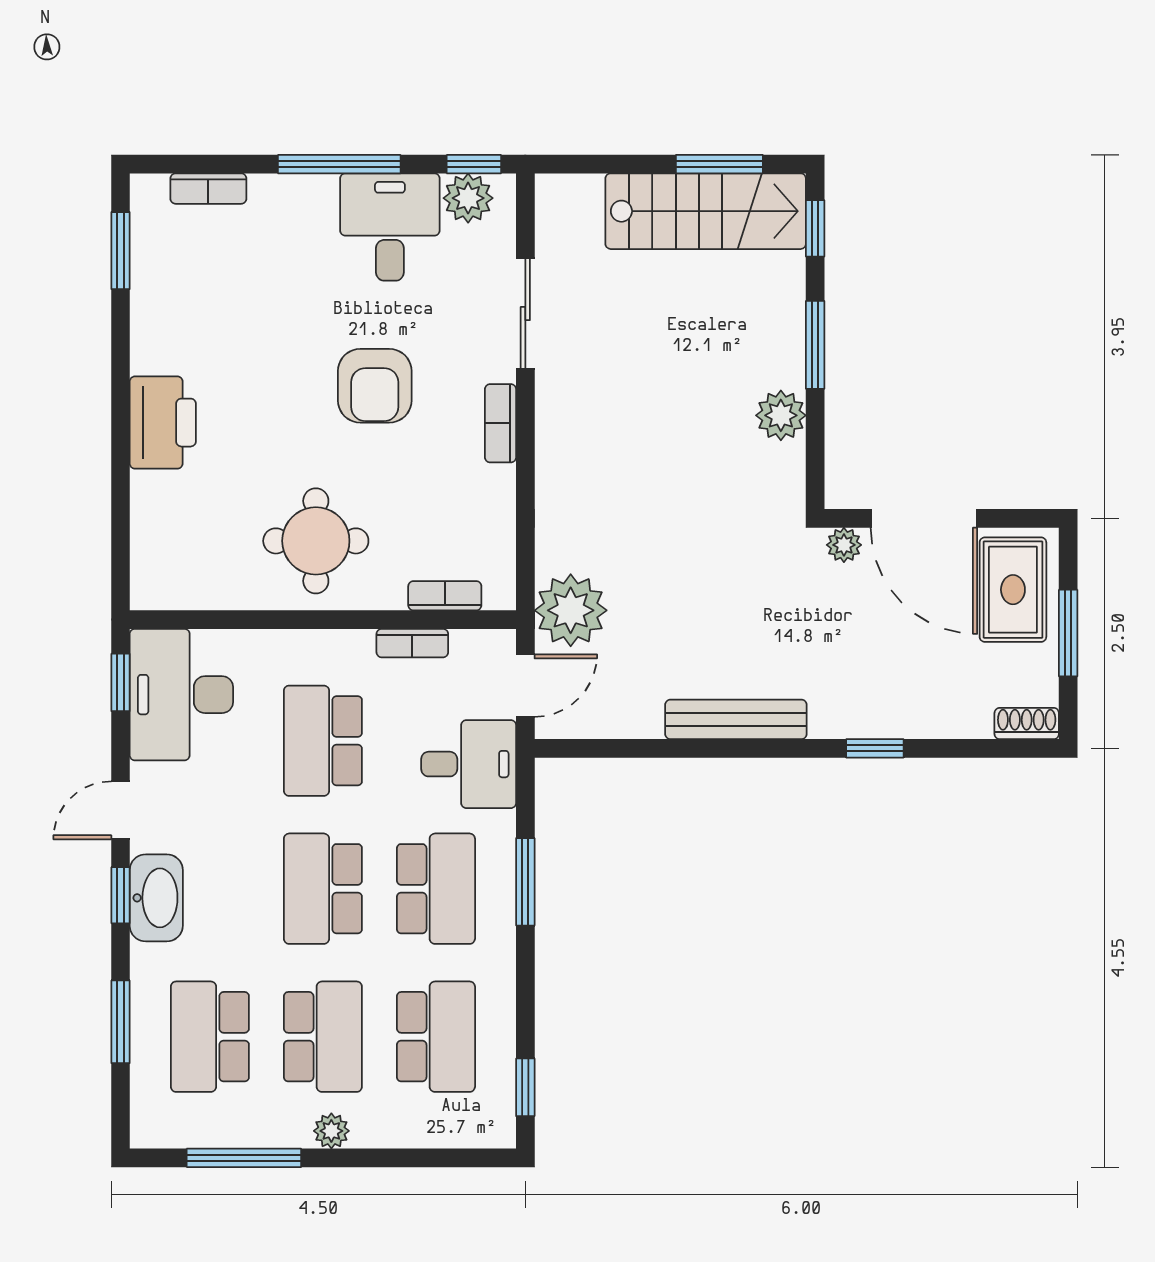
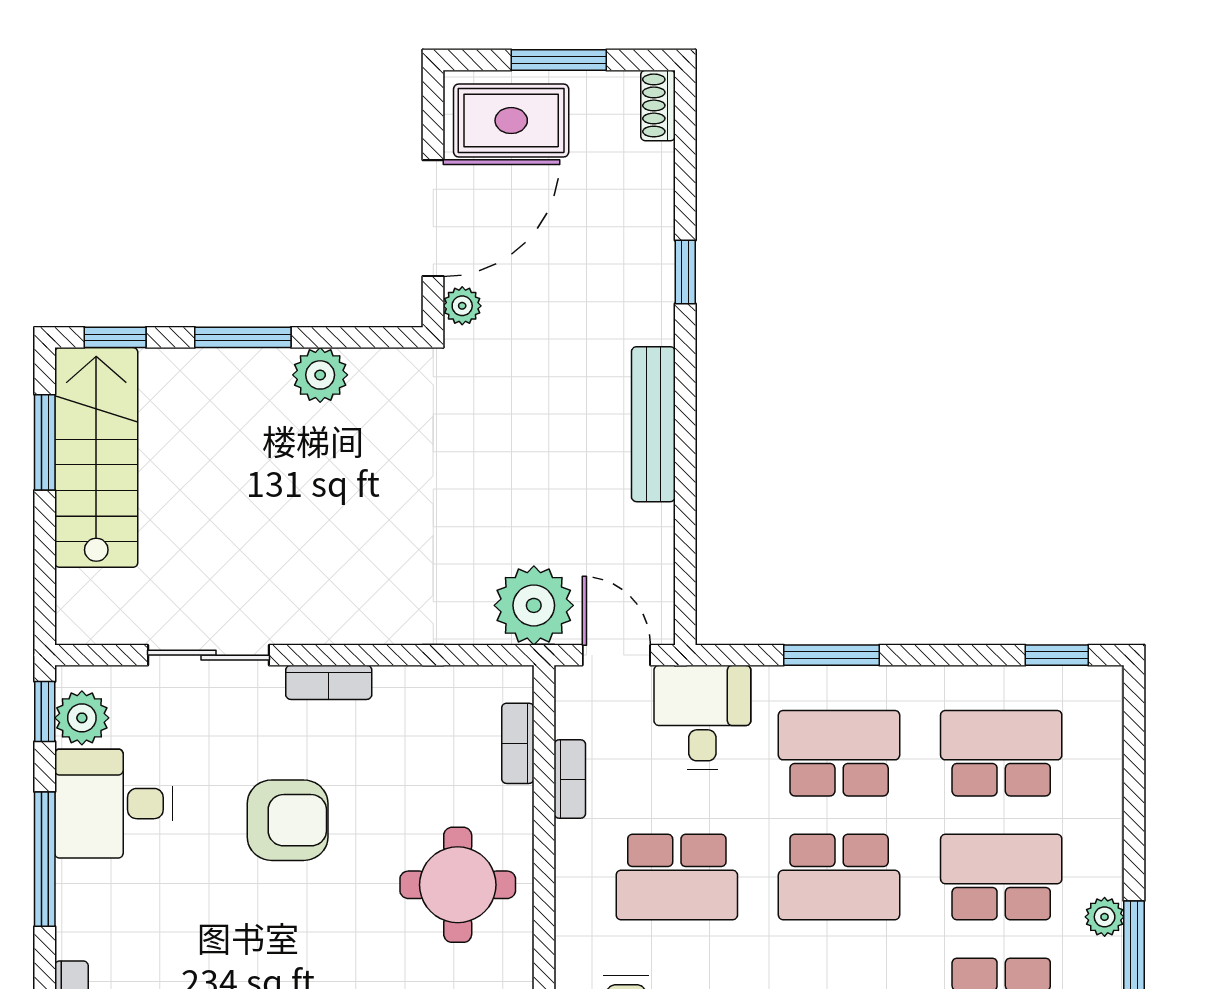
plant: (331, 1131) -> (1105, 917), moved

